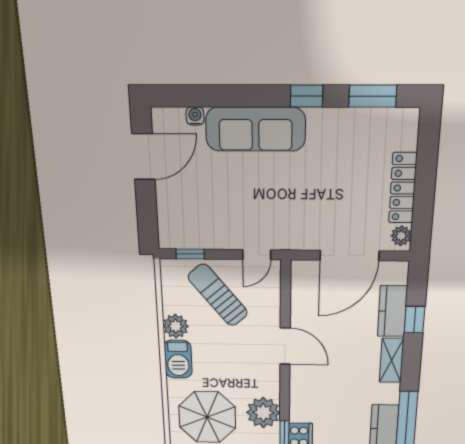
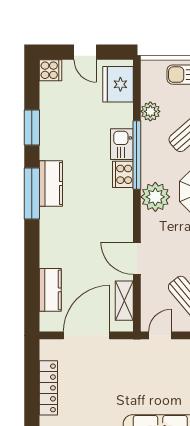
plant: (401, 236) -> (47, 351), removed
window: (415, 320) -> (32, 283), removed
shelving: (391, 360) -> (124, 301), moved

